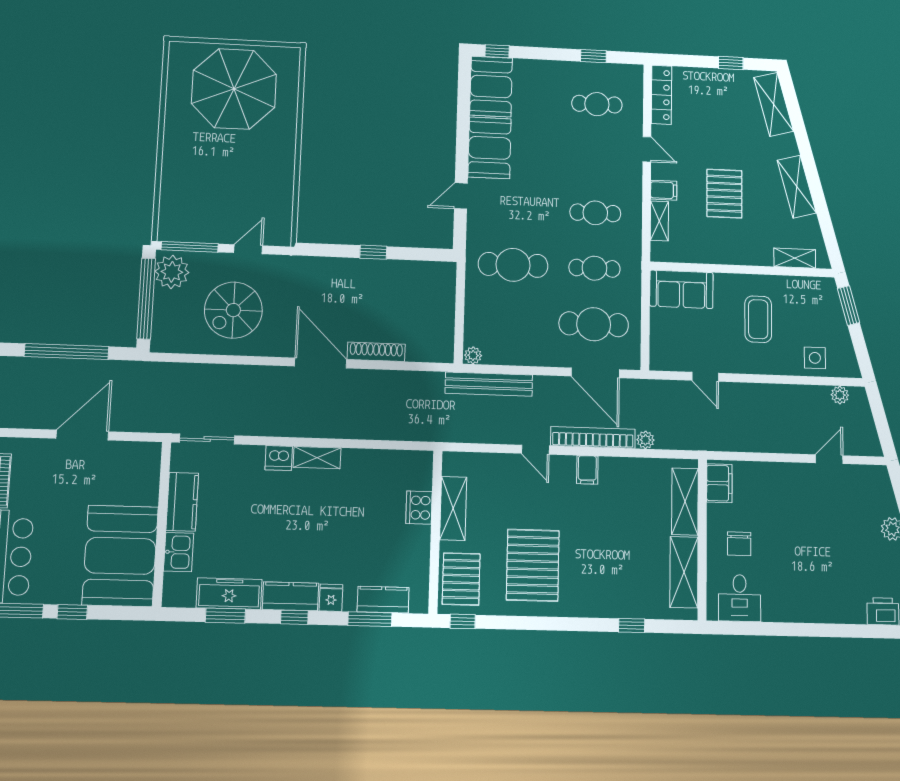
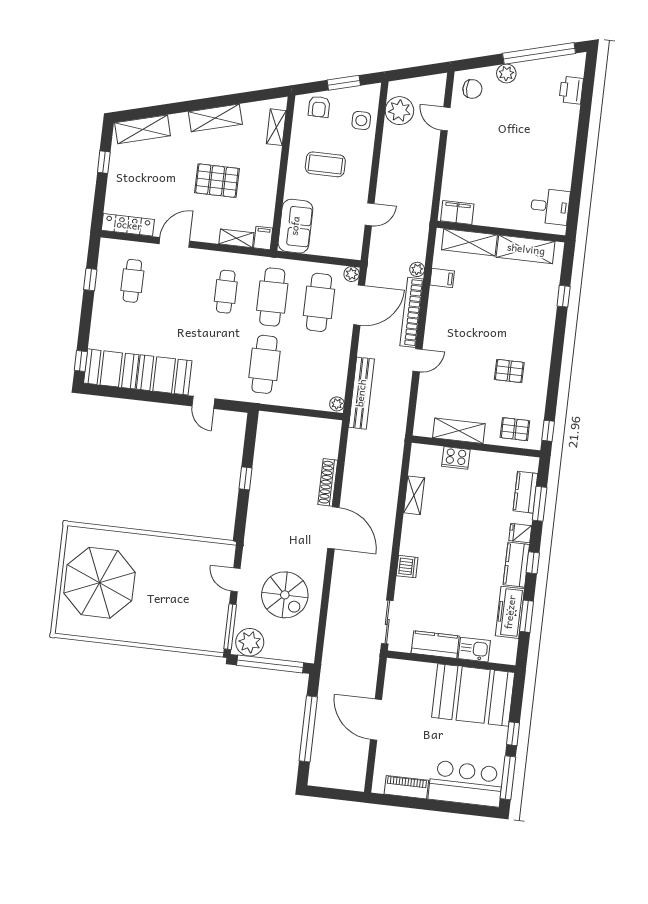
door: (647, 149) -> (174, 242), width x1.38
filing cabinet: (664, 190) -> (263, 238), moved
cafe table: (594, 268) -> (272, 297), width x1.37, depth x1.35
window: (849, 306) -> (344, 83), moved
armchair: (825, 307) -> (319, 107), added
plant: (632, 361) -> (352, 274), added
door: (321, 363) -> (333, 528), swing flipped
plant: (840, 395) -> (399, 111), width x1.88, depth x1.88
shelving: (317, 458) -> (414, 495), moved
filing cabinet: (587, 470) -> (442, 278), moved
chair: (739, 544) -> (472, 89), moved
pallet: (533, 565) -> (509, 371), width x0.49, depth x0.50
pallet: (461, 579) -> (515, 429), width x0.67, depth x0.71

